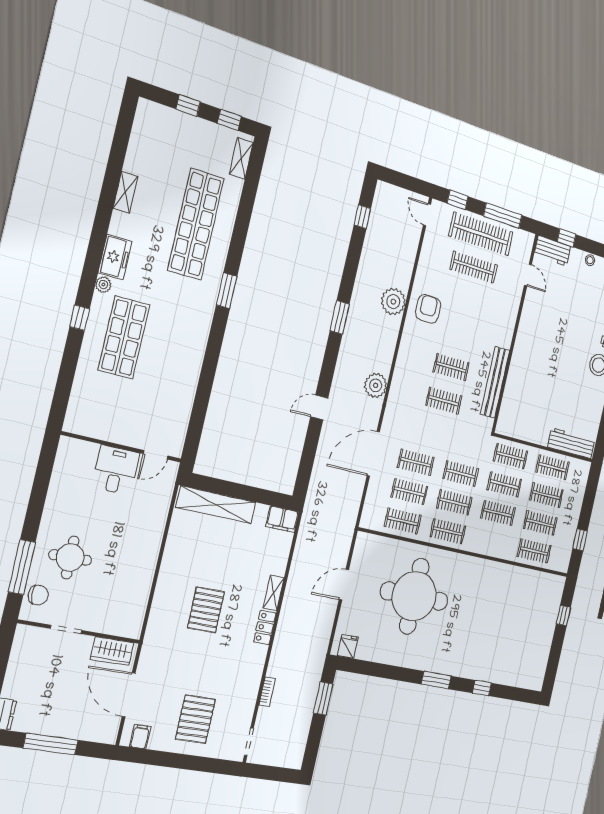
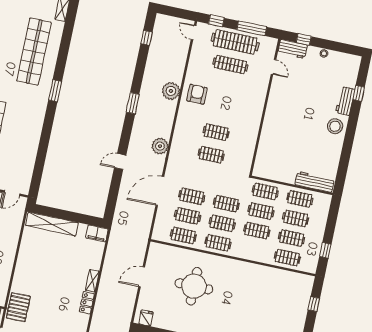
bench: (495, 382) -> (251, 141), removed
round table: (414, 596) -> (194, 286), width x0.73, depth x0.73
pallet: (206, 610) -> (18, 307), moved

